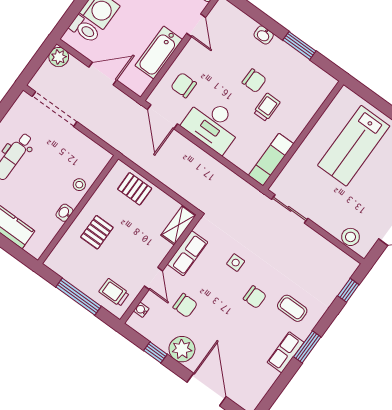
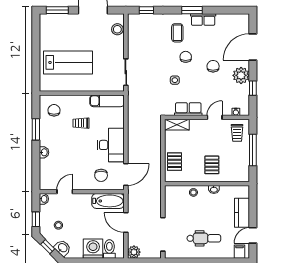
bathtub: (159, 53) -> (108, 201), moved
chair: (254, 81) -> (54, 110), moved
pallet: (97, 232) -> (212, 165), turned 90
chair: (185, 305) -> (213, 66), moved

